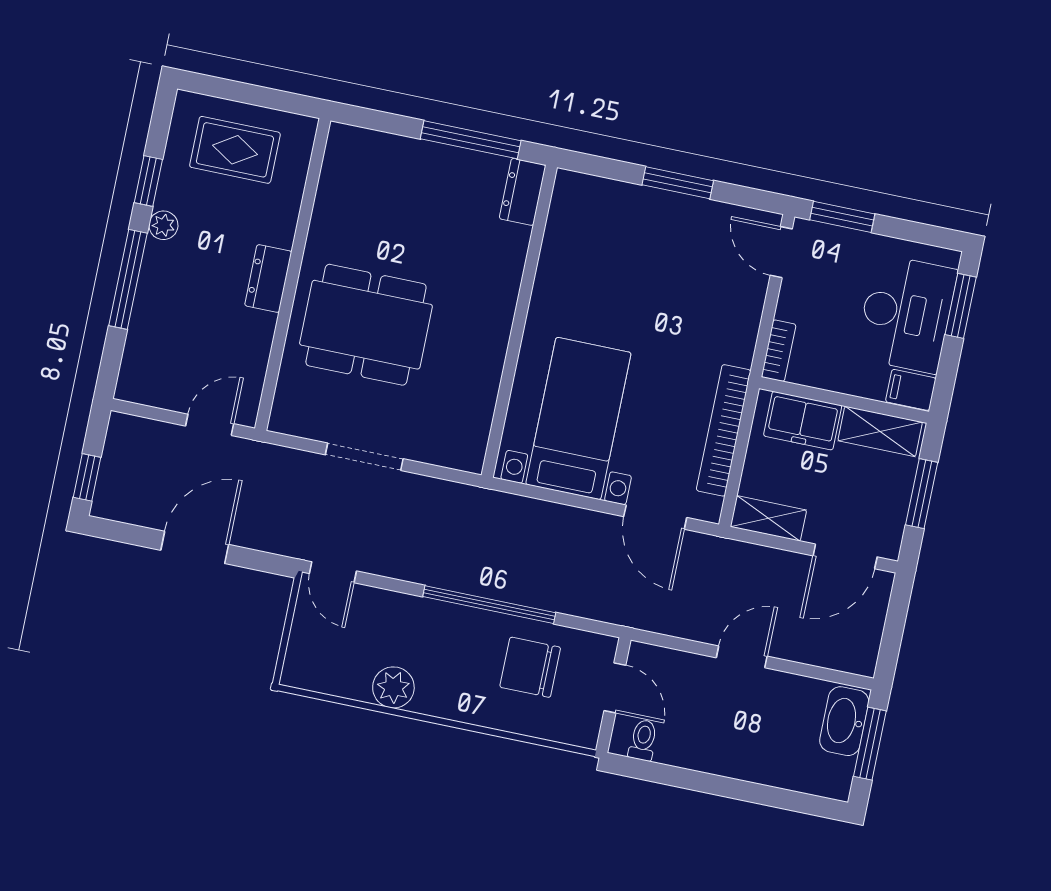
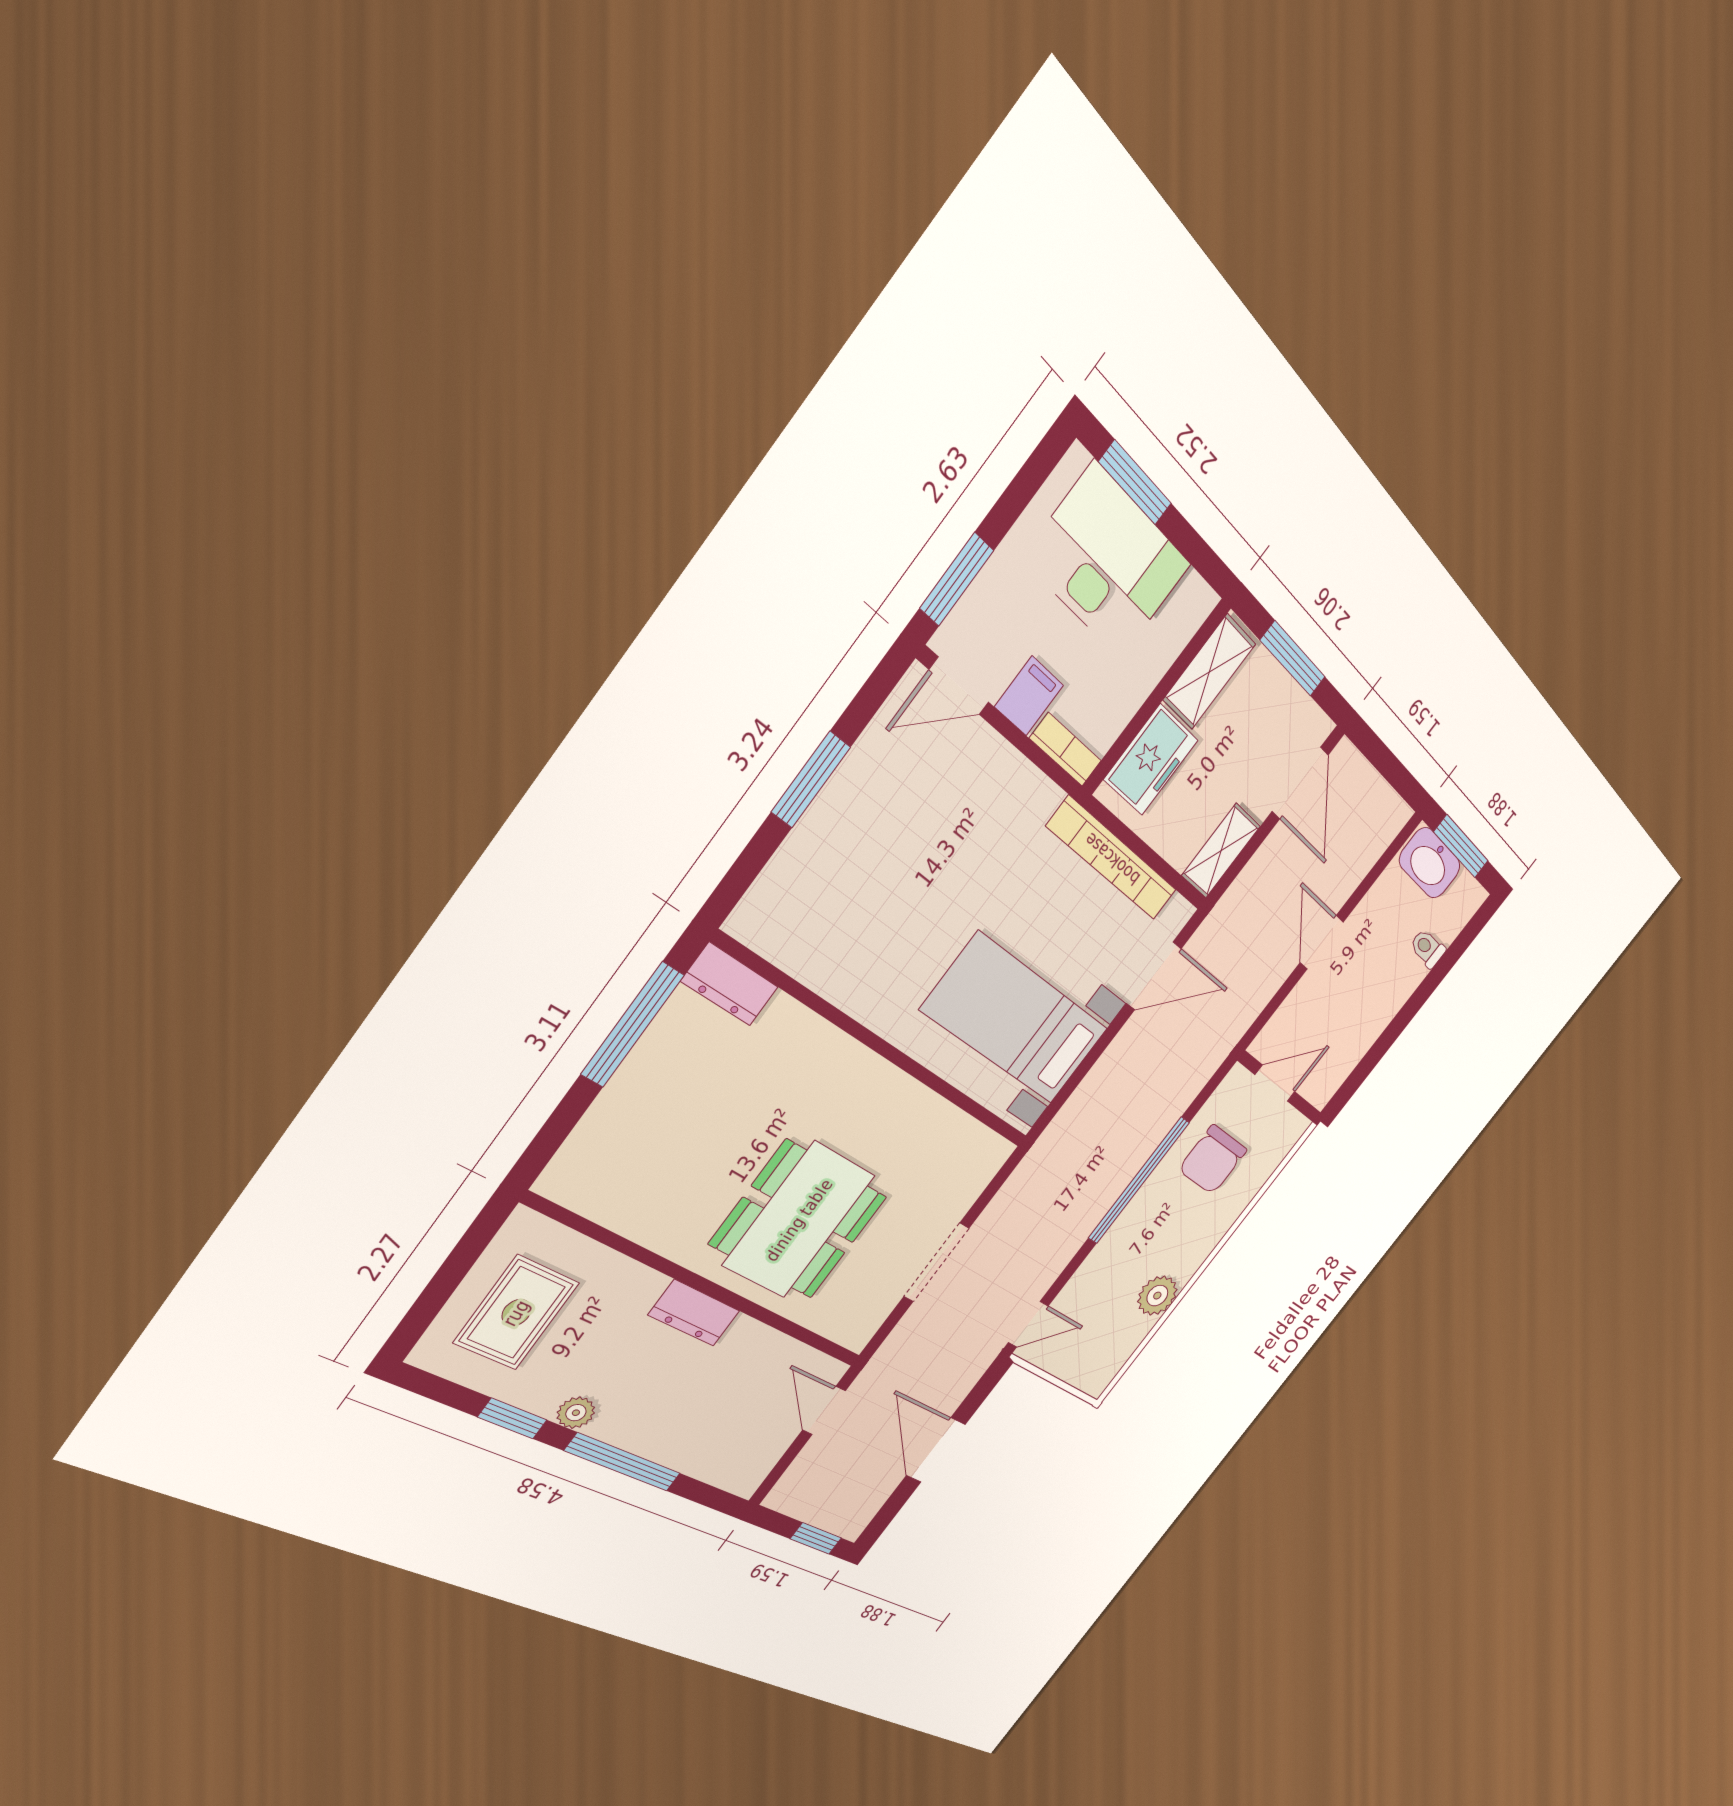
filing cabinet: (911, 390) -> (1029, 696), moved, turned 180
toilet: (643, 740) -> (1427, 948), moved

